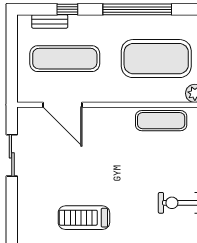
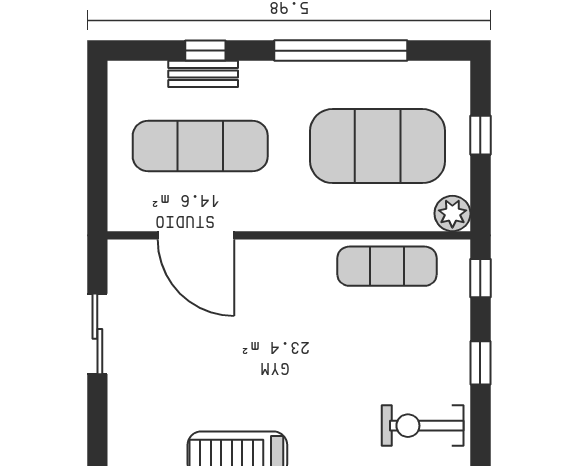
bench: (50, 21) -> (203, 74), moved

